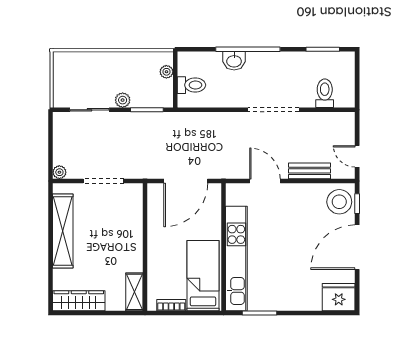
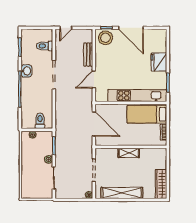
washbasin: (234, 61) -> (26, 71), moved
door: (357, 156) -> (66, 28), moved
shelving: (134, 292) -> (129, 153), moved
fridge: (339, 297) -> (159, 62), moved

